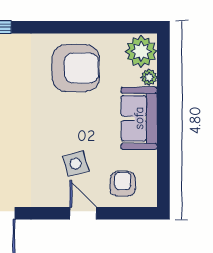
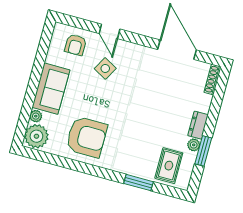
armchair: (76, 68) -> (87, 137), turned 180
side table: (76, 164) -> (105, 68), turned 45

